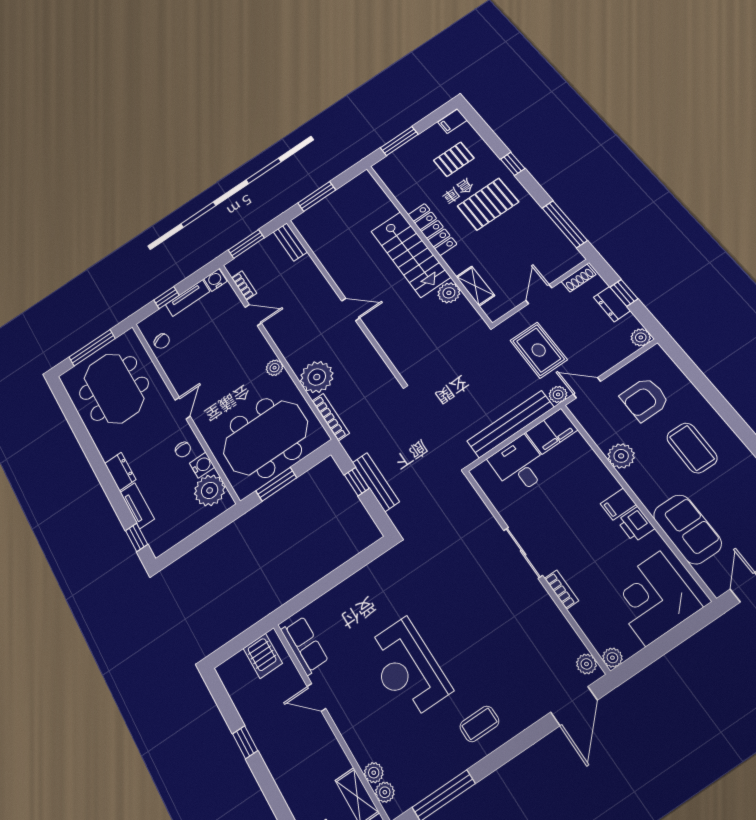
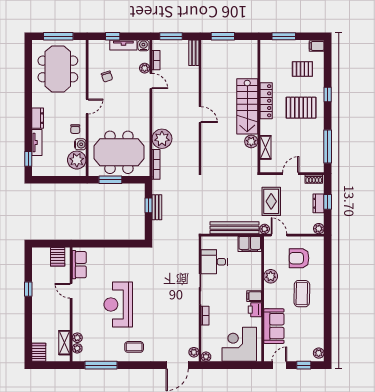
chair: (162, 341) -> (107, 77), moved
plant: (275, 368) -> (145, 68), moved
desk: (519, 465) -> (214, 262), moved, turned -90
bench: (376, 482) -> (157, 207), width x0.73

